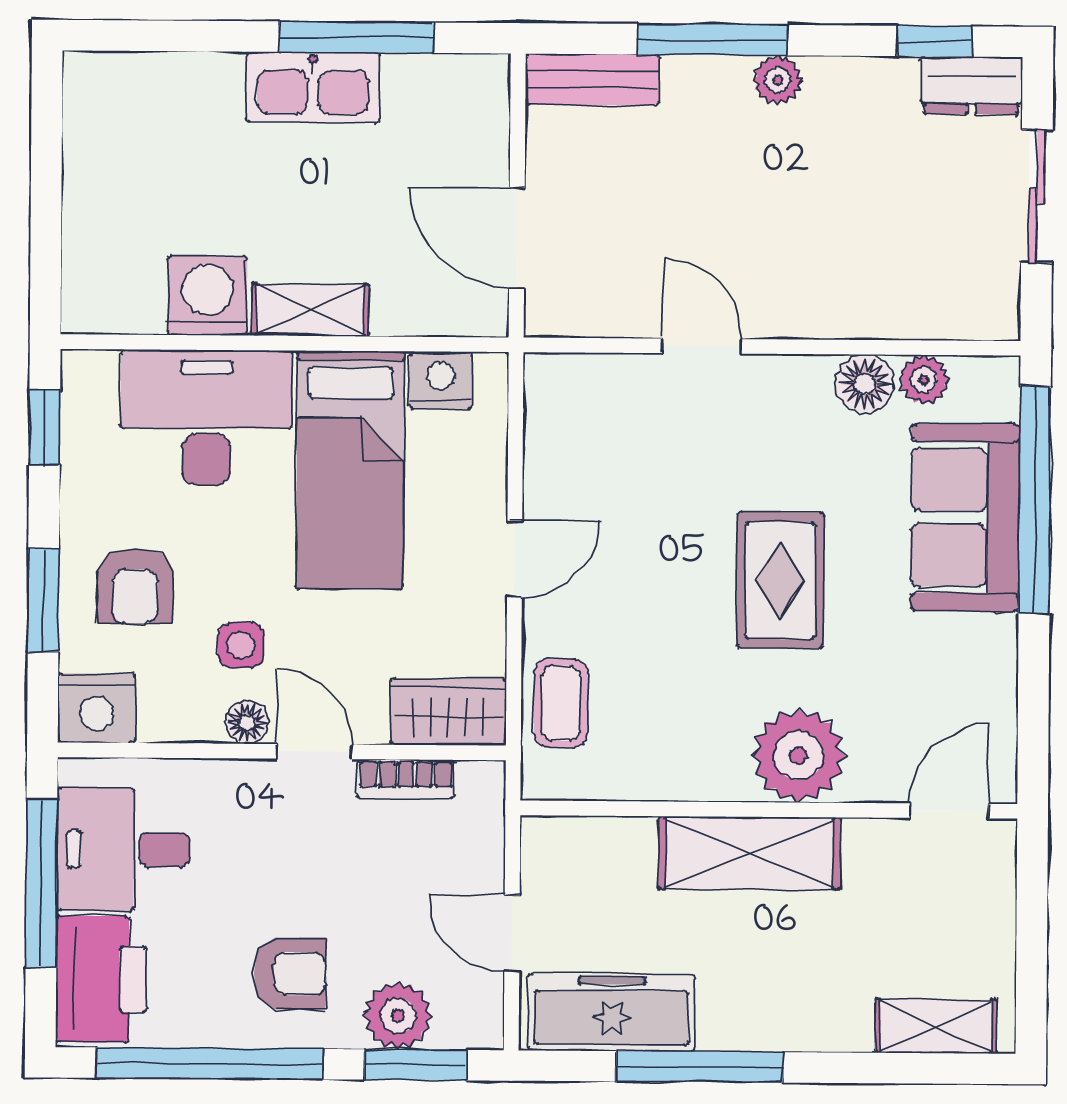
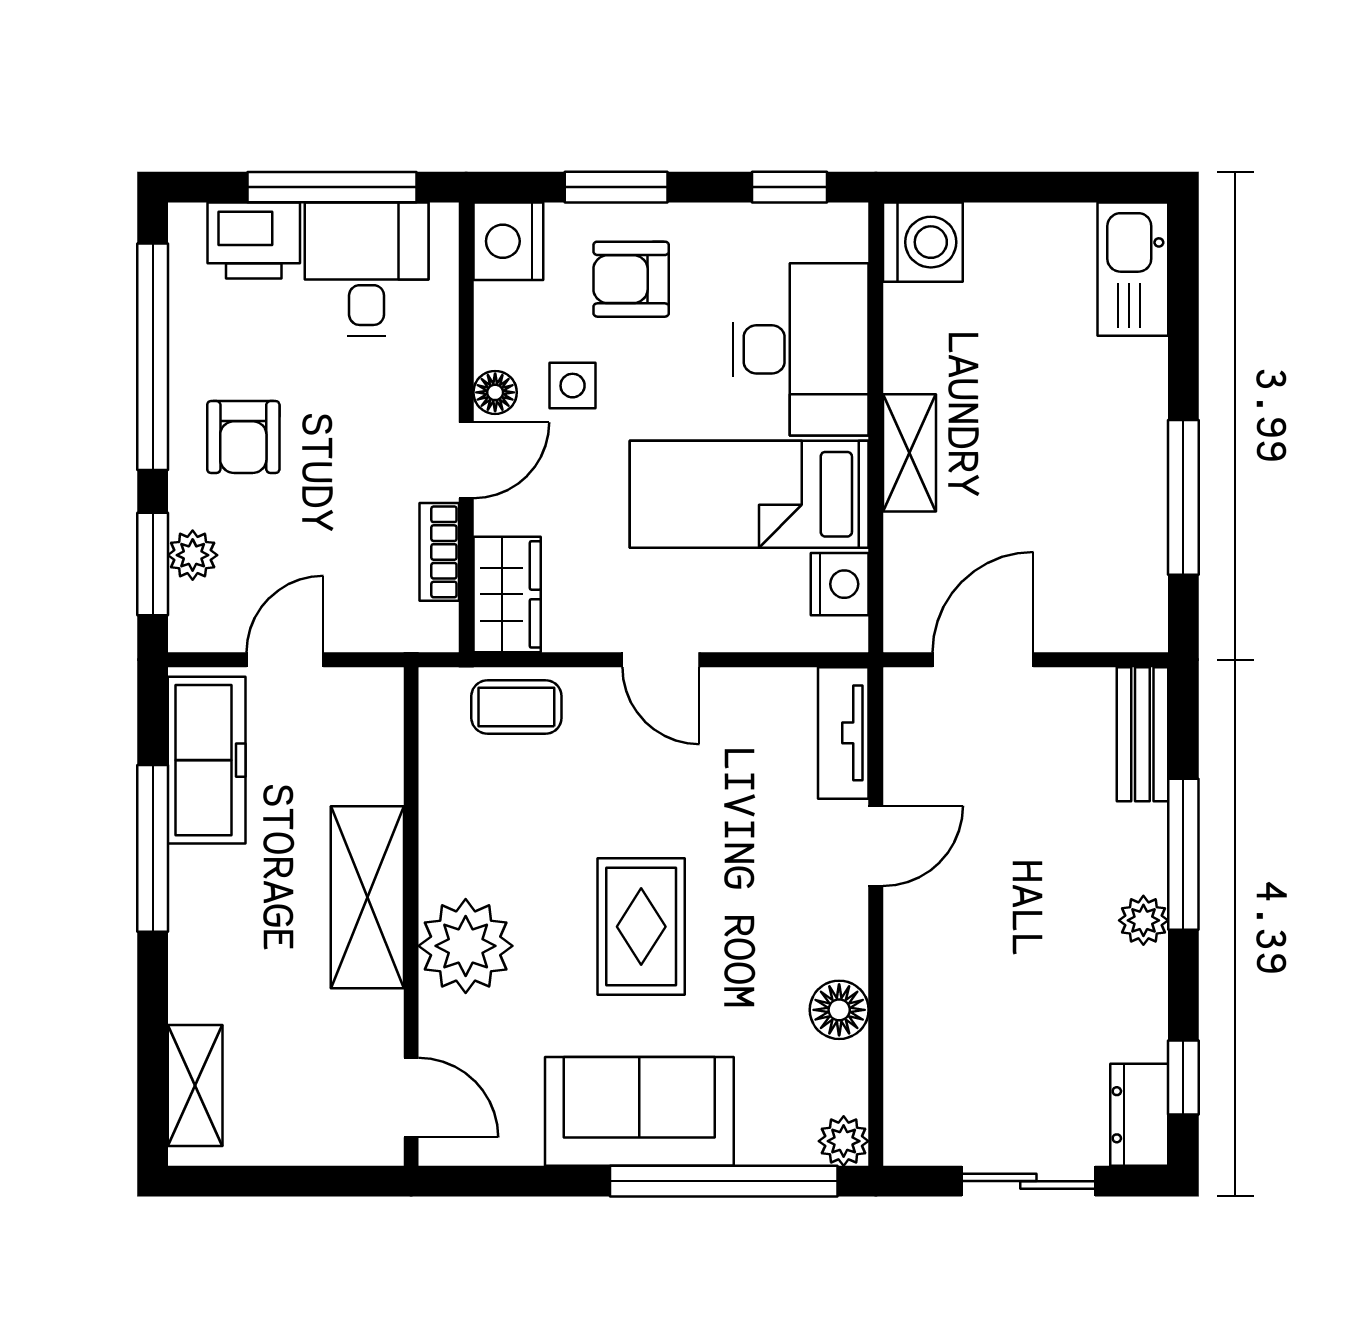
kitchen sink: (313, 87) -> (1133, 269), moved
washing machine: (207, 296) -> (923, 242), moved
tv unit: (589, 378) -> (843, 733), added
plant: (924, 380) -> (844, 1141), moved
sofa: (965, 518) -> (639, 1111), moved
rug: (780, 580) -> (641, 927), turned 90
printer: (101, 979) -> (254, 241), width x0.73, depth x0.84
plant: (398, 1016) -> (193, 555), width x0.73, depth x0.73

